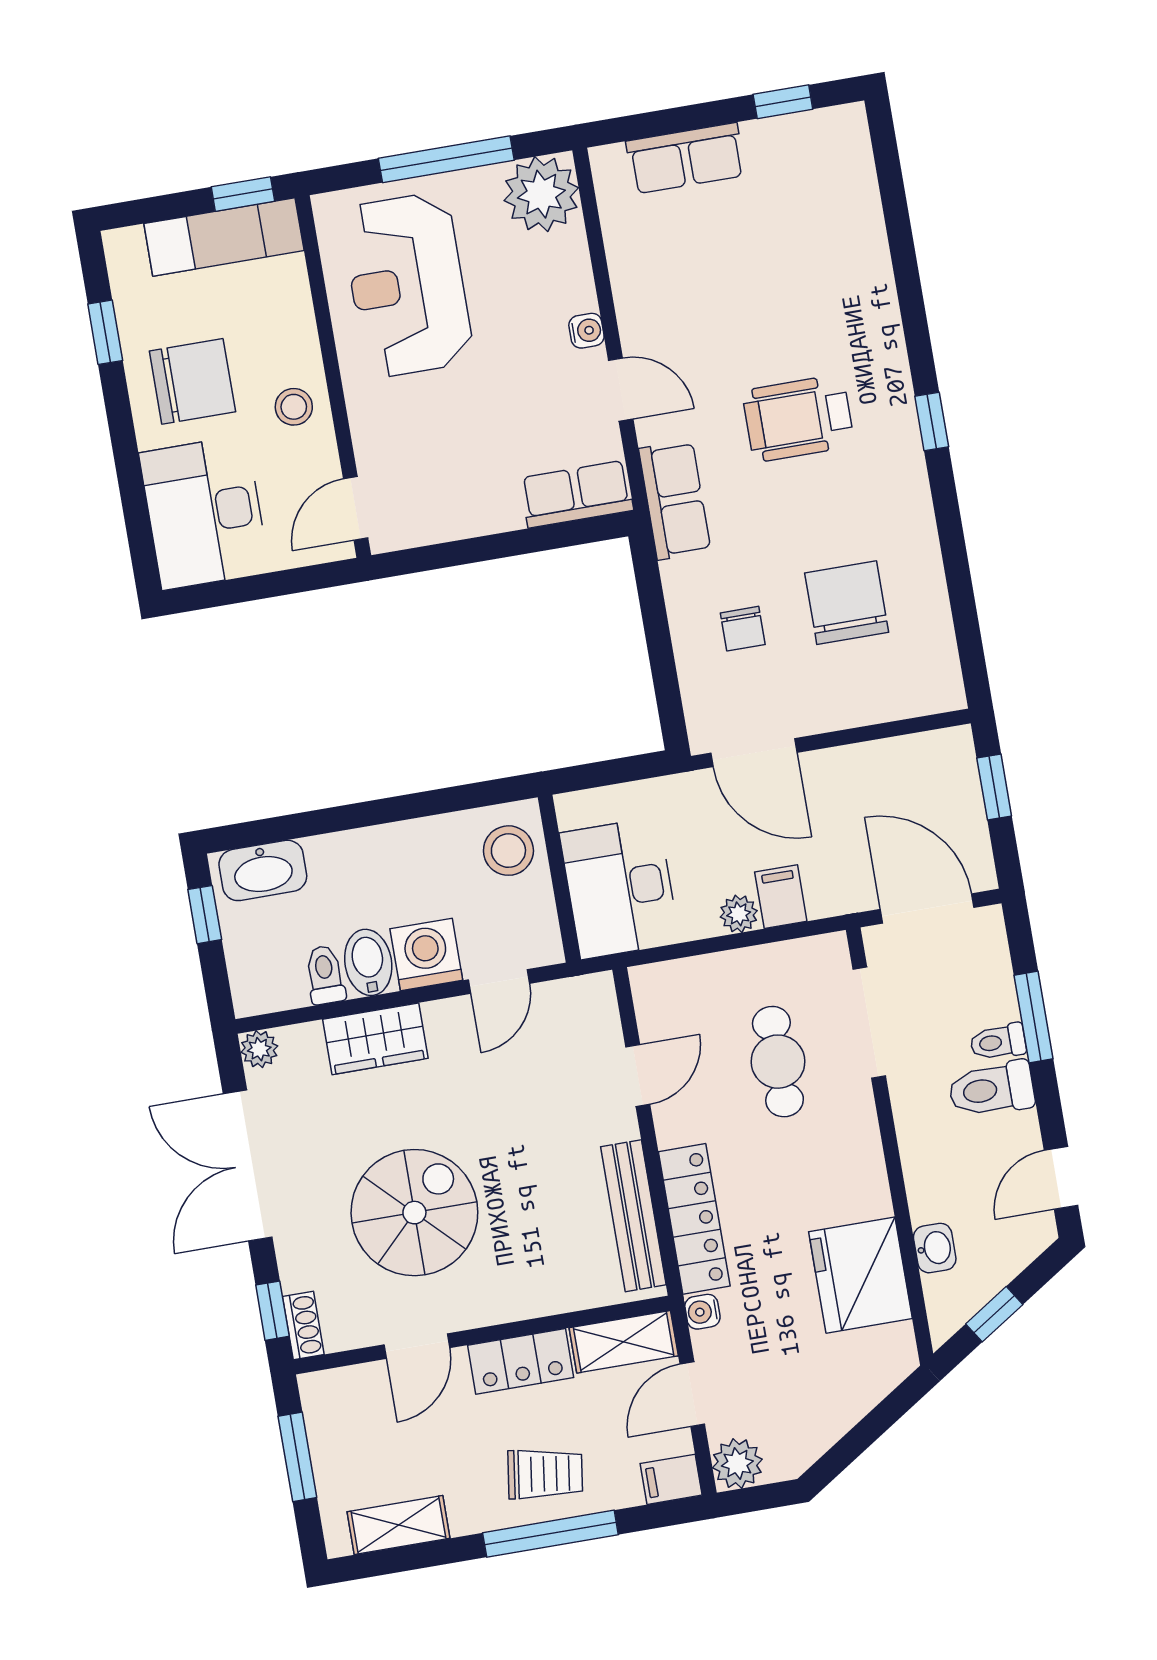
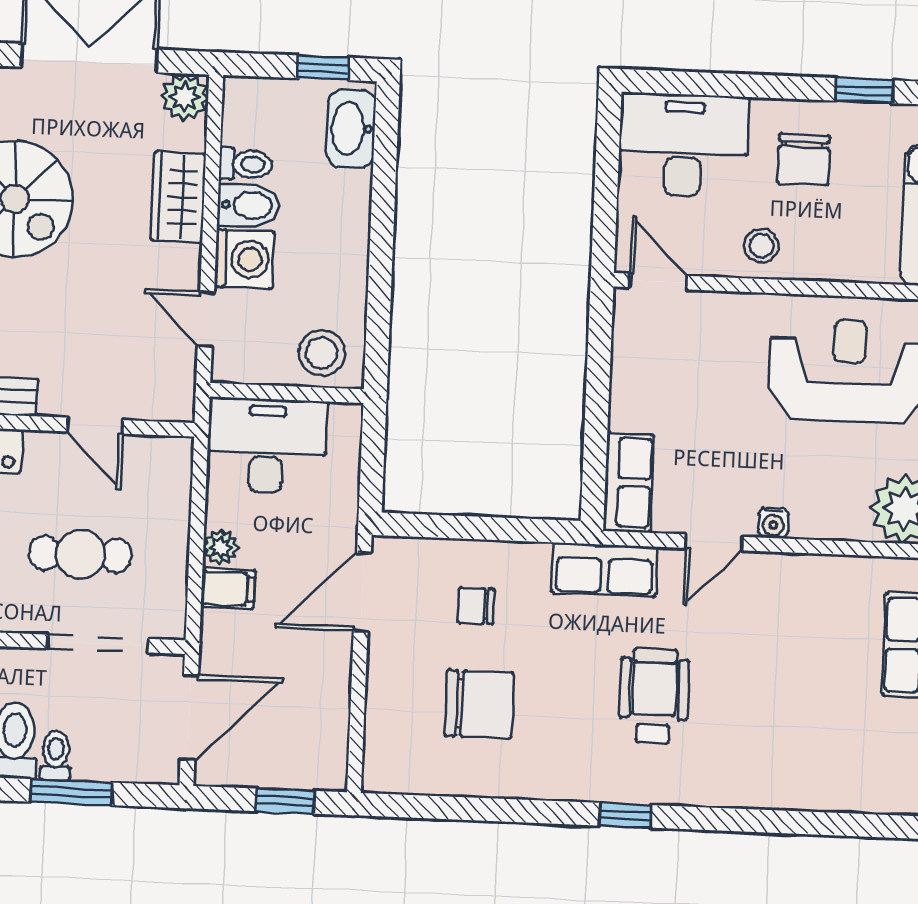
chair: (192, 381) -> (804, 159), width x0.73, depth x0.73
plant: (259, 1049) -> (185, 97), width x1.38, depth x1.38

